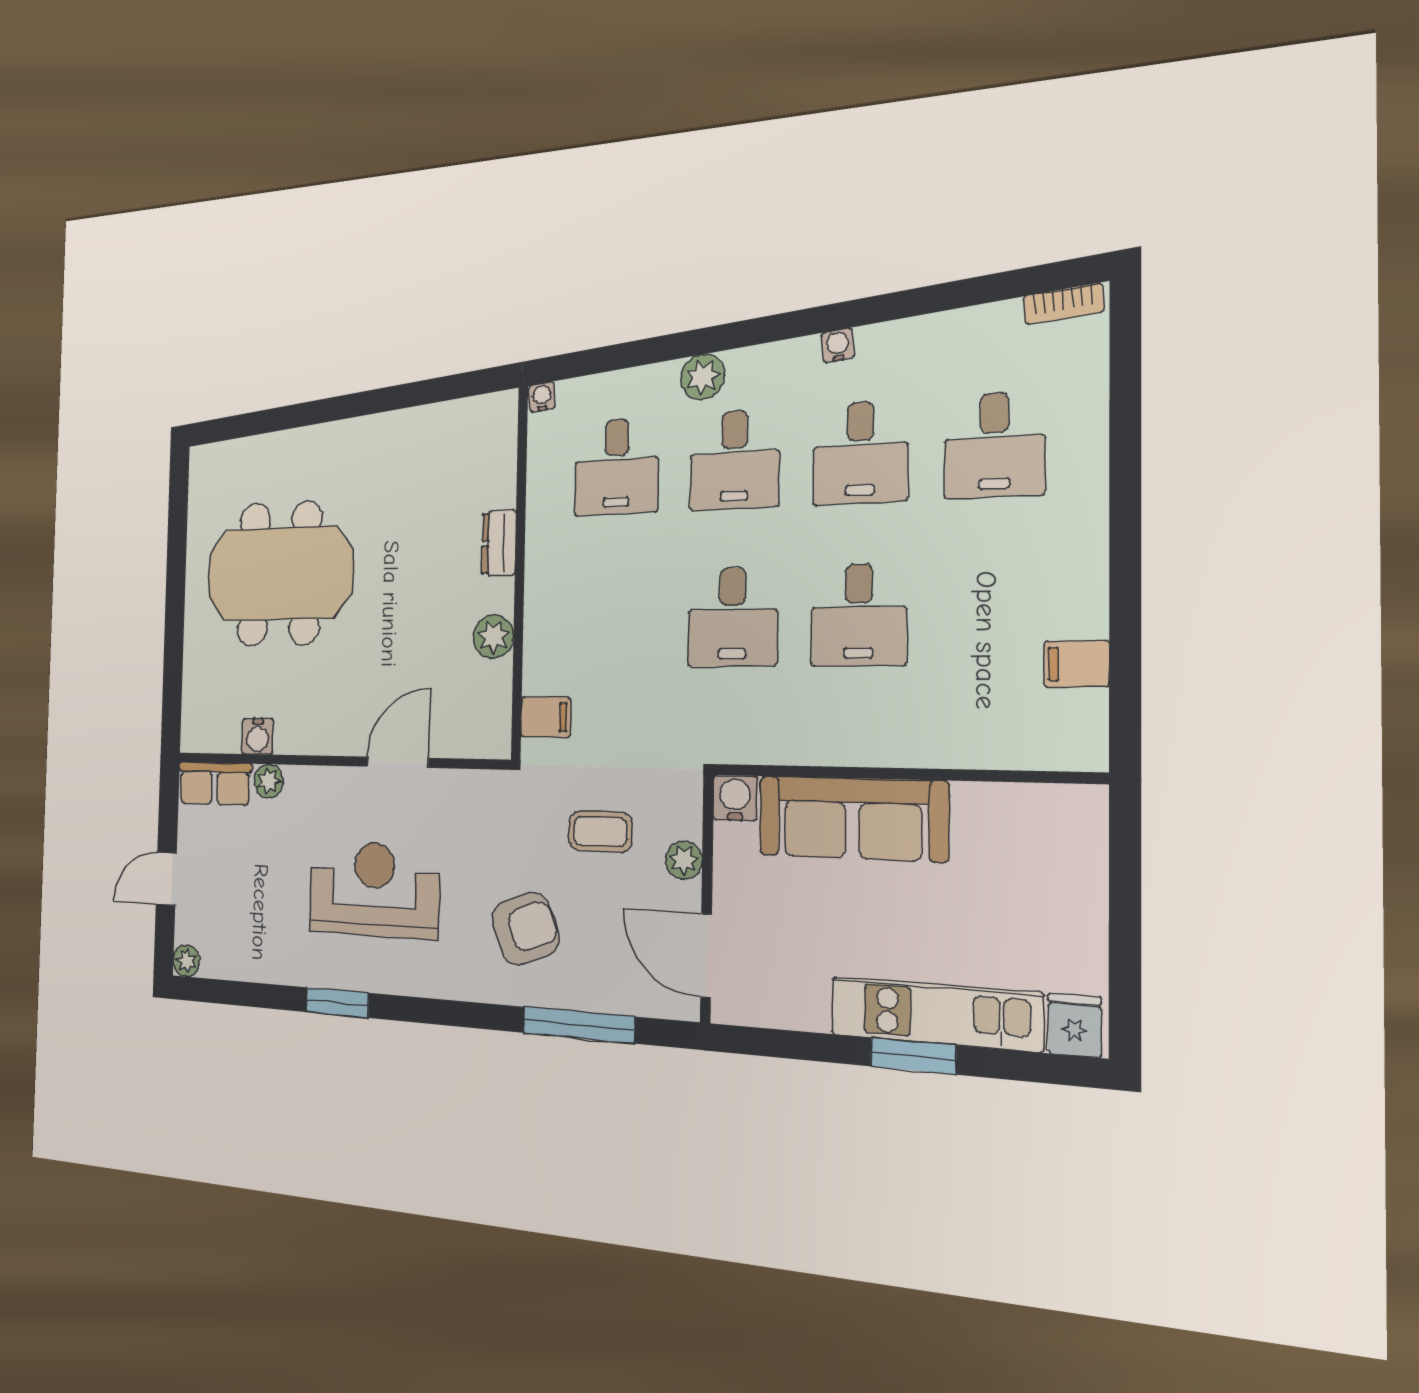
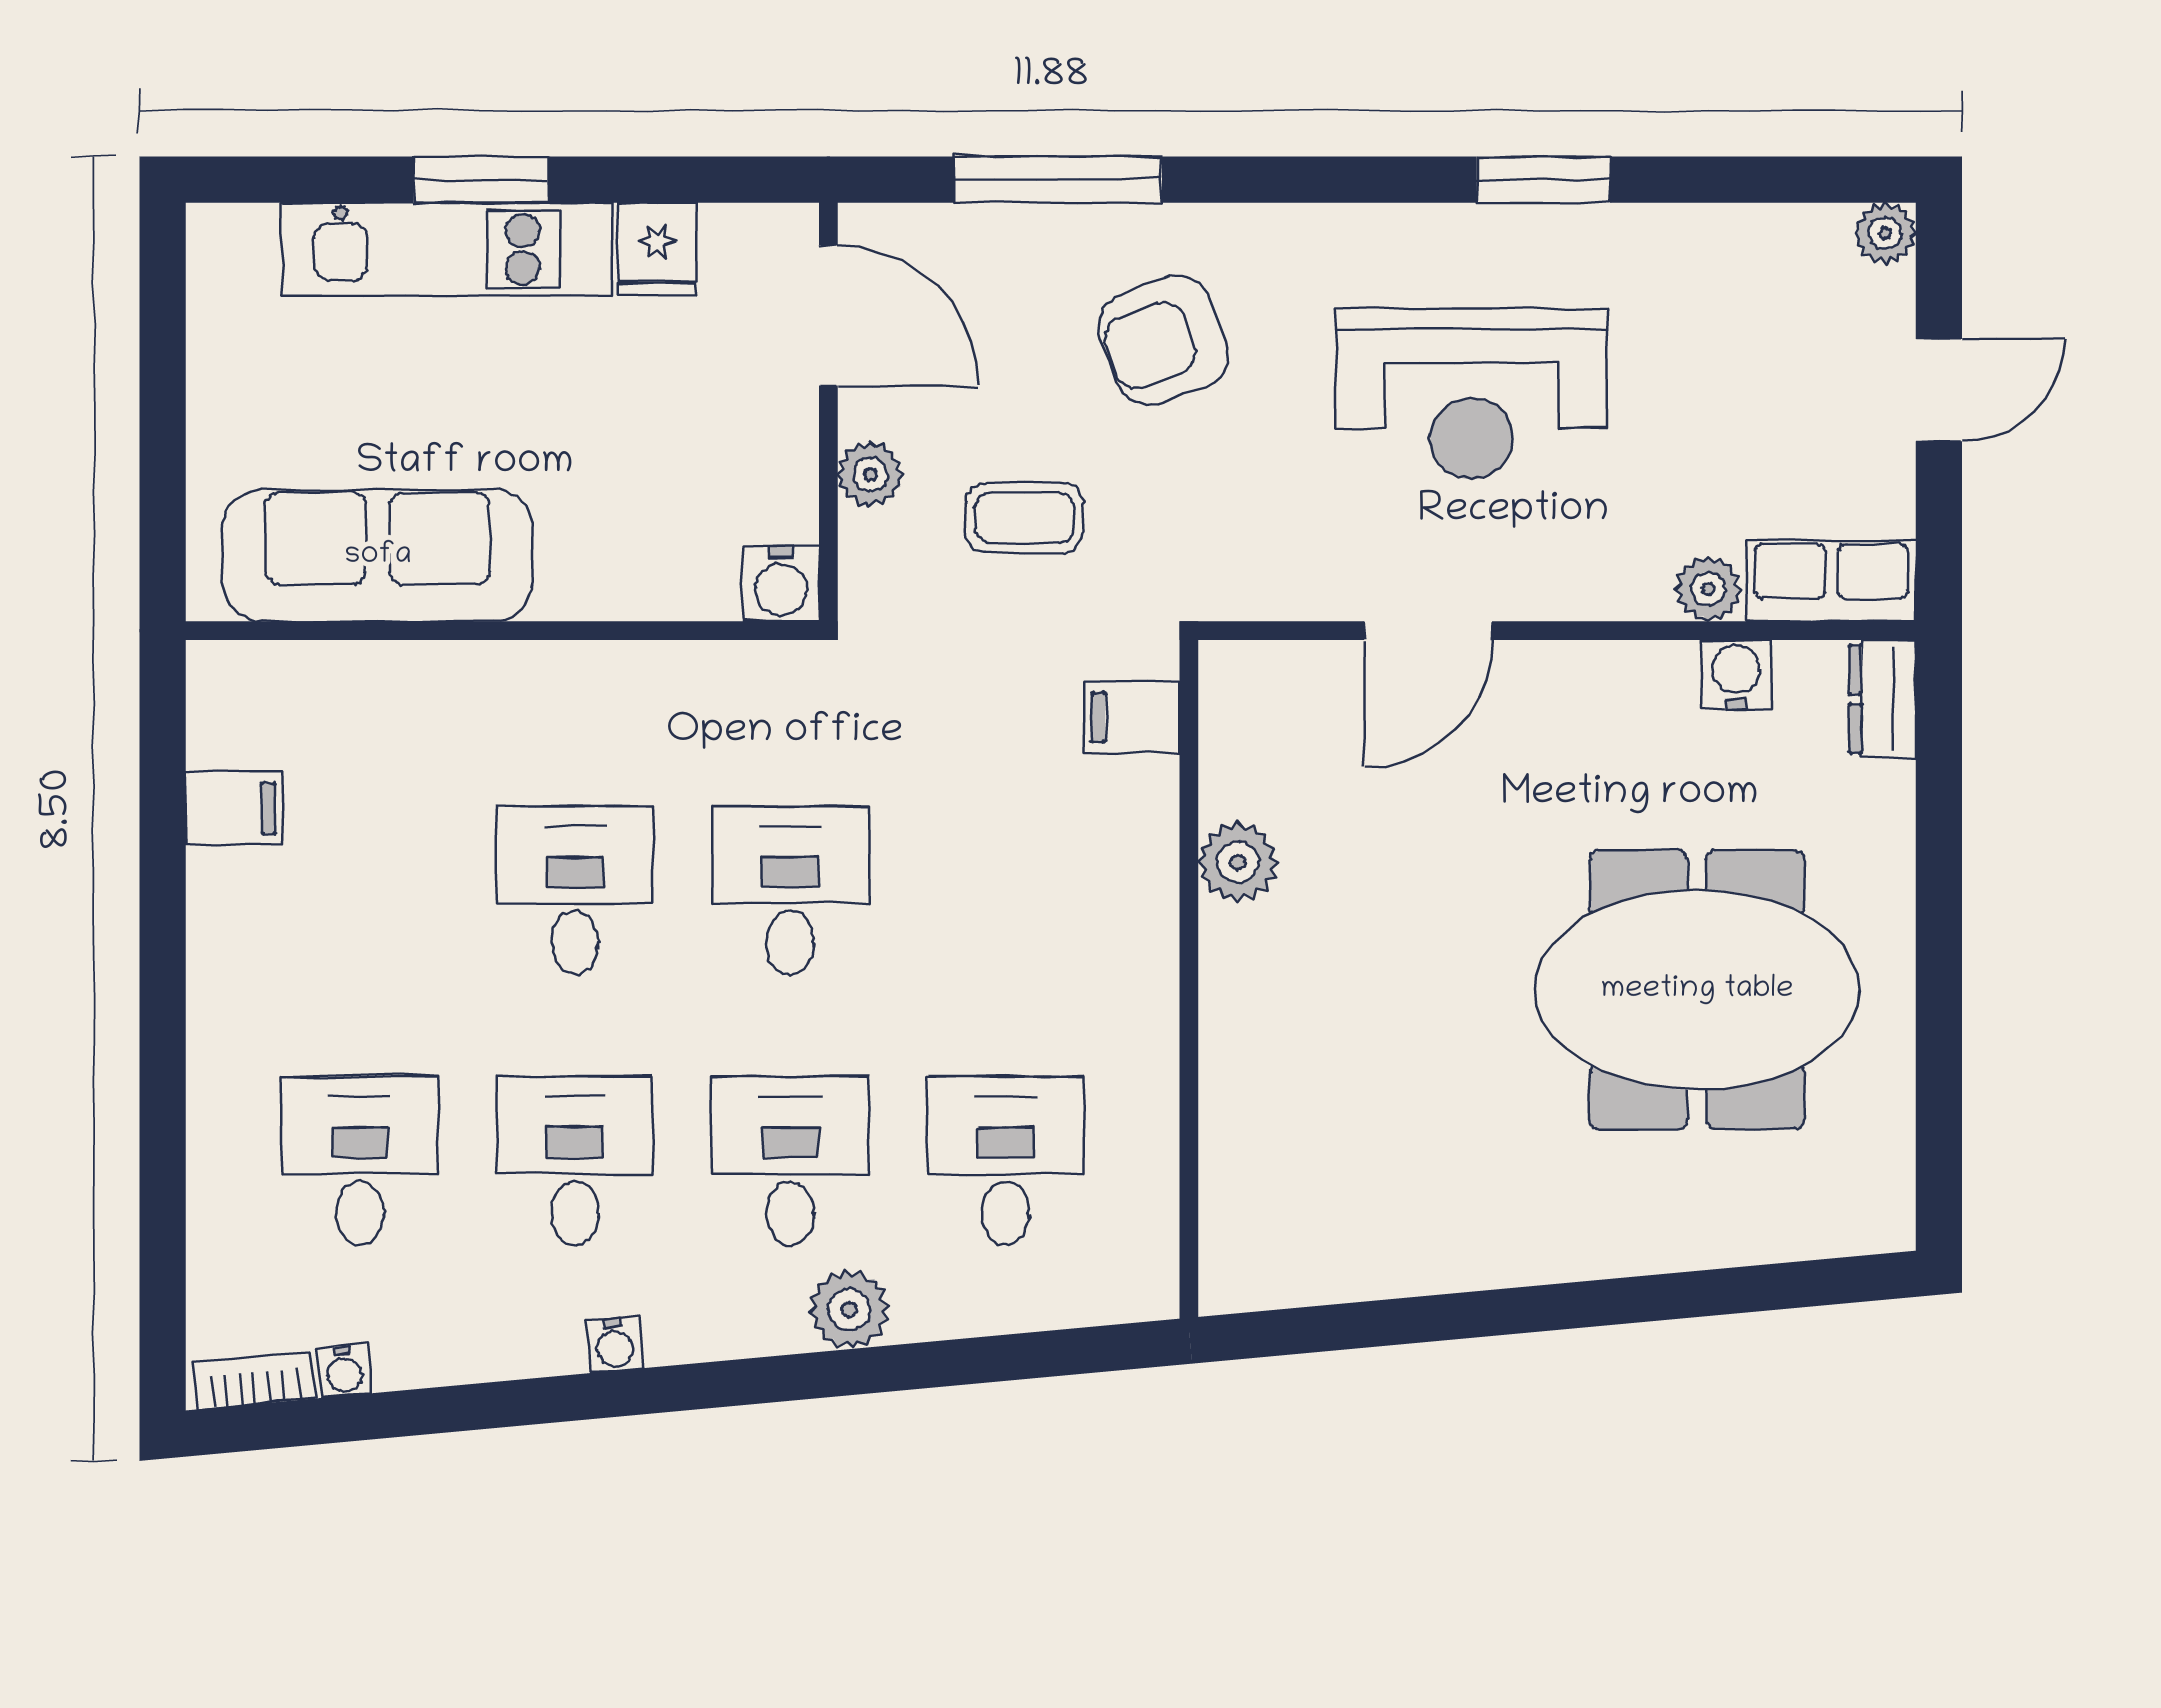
water cooler: (542, 397) -> (344, 1371), moved
dresser: (499, 543) -> (1883, 699), moved, turned 180
sofa: (852, 818) -> (378, 556), moved
fridge: (1074, 1025) -> (657, 249), moved

